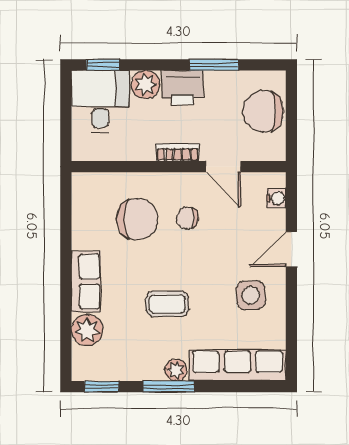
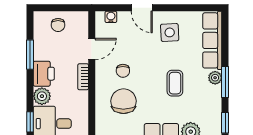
chair: (263, 111) -> (58, 25), width x0.54, depth x0.54

